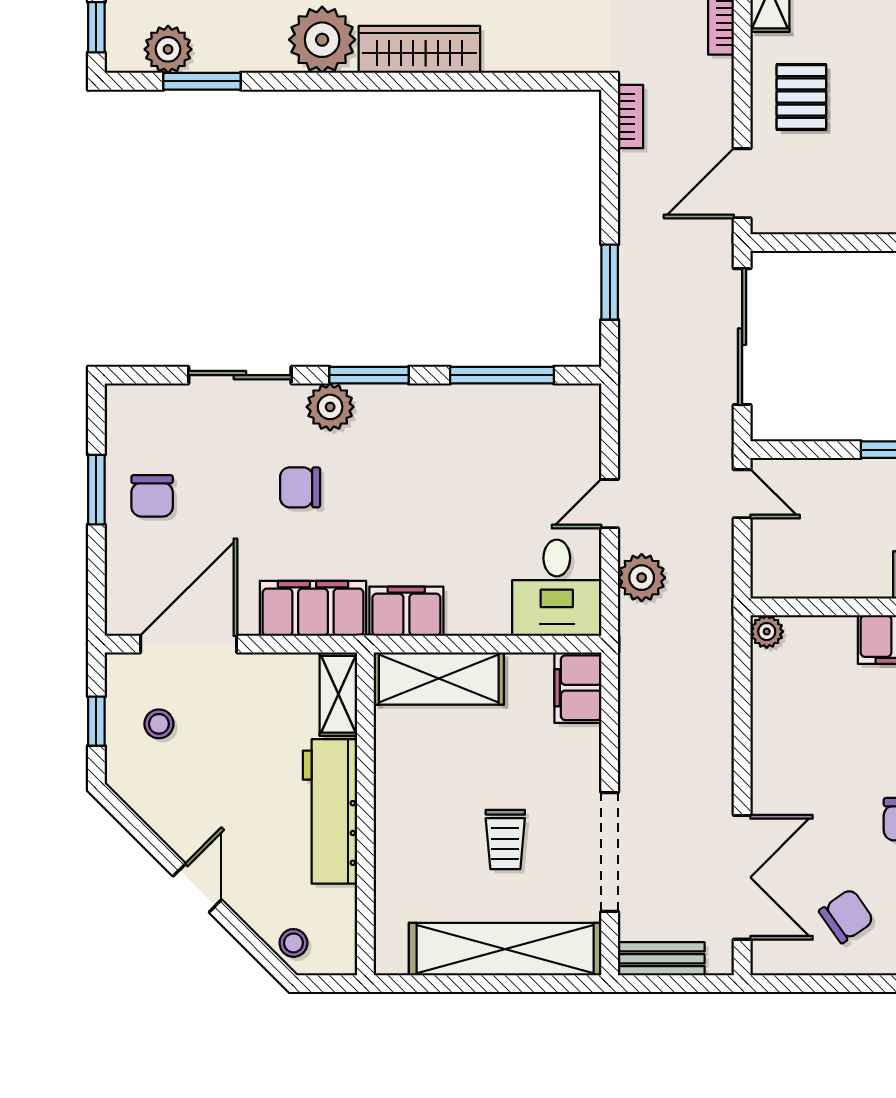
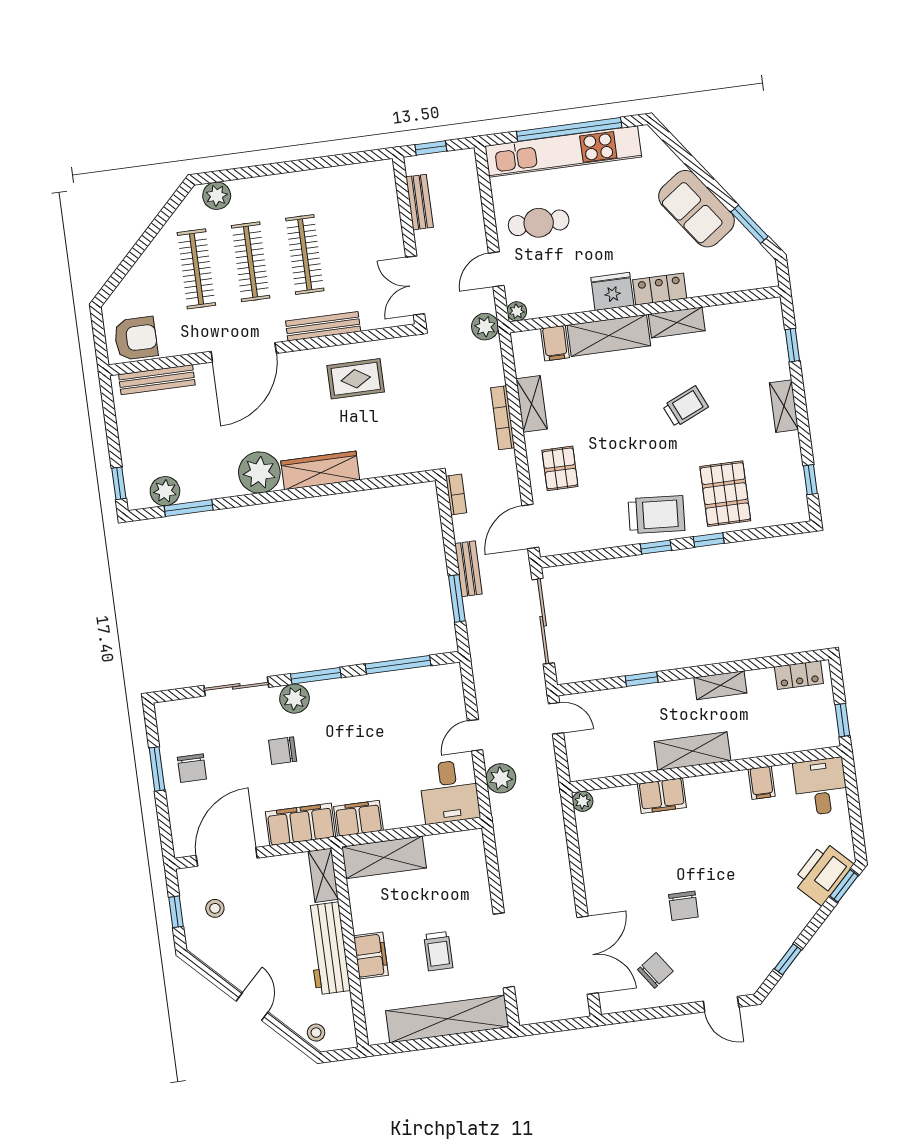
filing cabinet: (578, 688) -> (371, 956), moved, turned 180
bench: (661, 959) -> (468, 569), moved, turned 90

